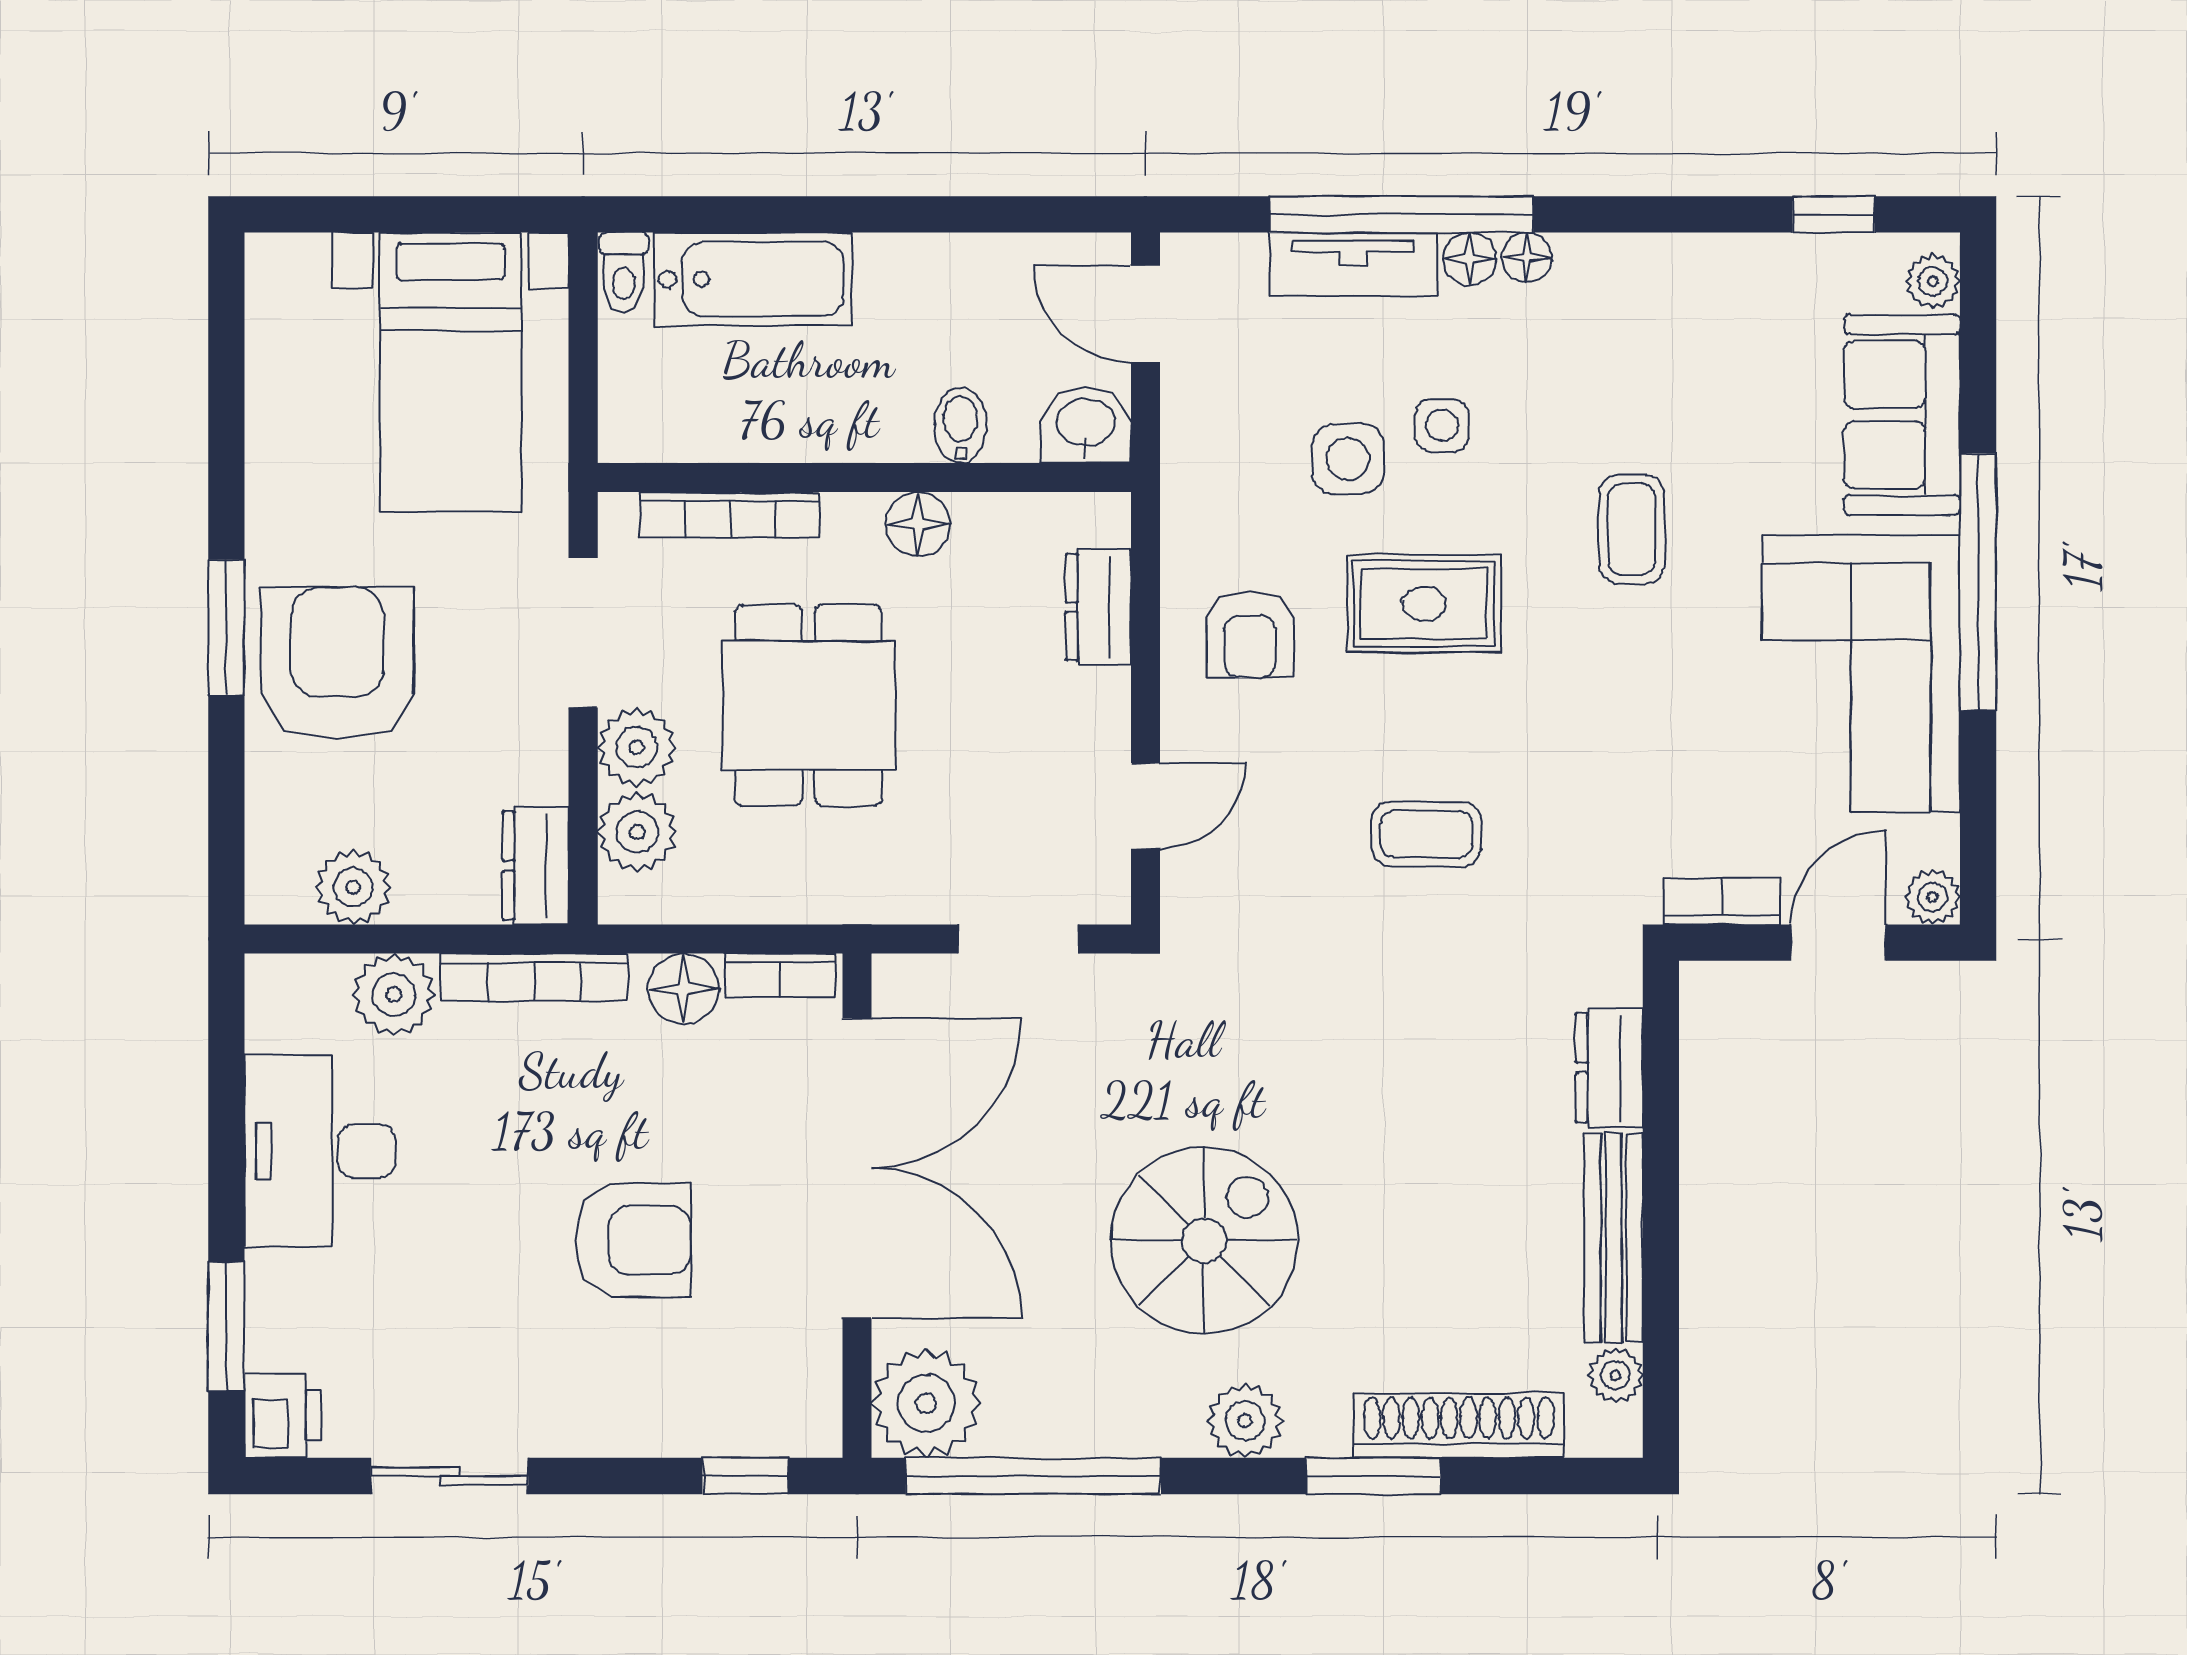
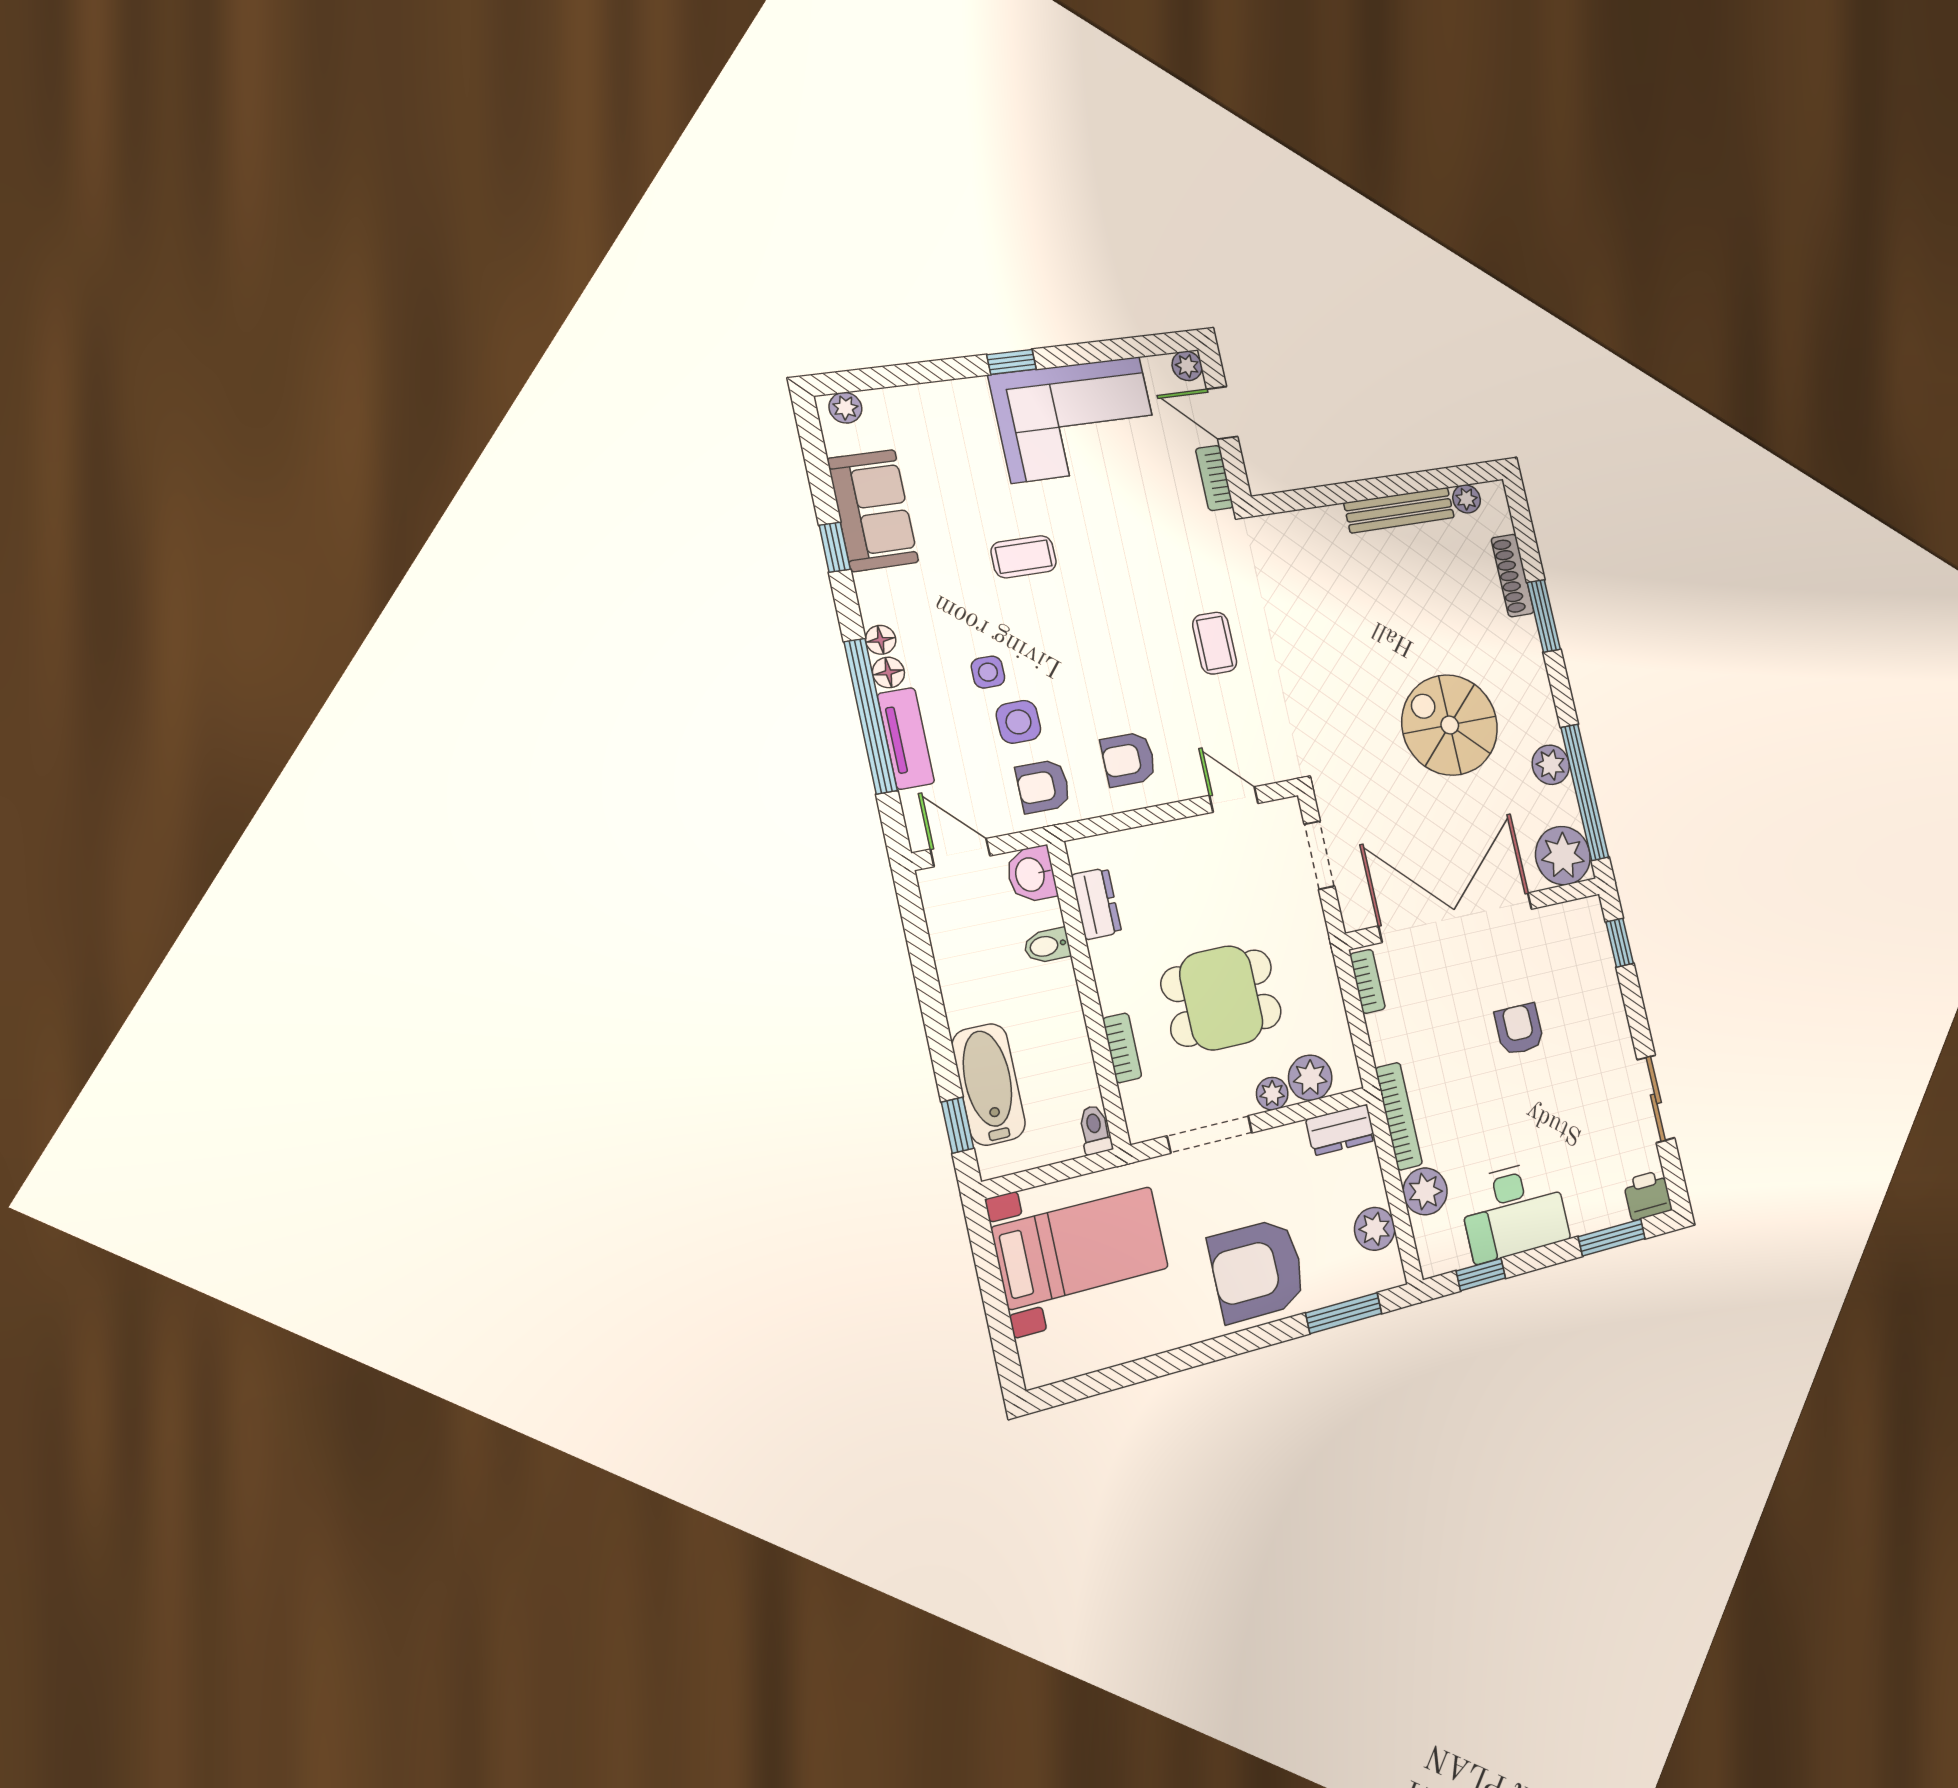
window: (698, 214) -> (958, 1125), added
window: (1834, 214) -> (835, 547), moved
toilet: (624, 272) -> (1095, 1130), moved, turned -90
door: (1145, 314) -> (960, 853), swing flipped
sofa: (1902, 415) -> (873, 510), moved, turned -90
armchair: (1230, 477) -> (1043, 786), added
bookcase: (730, 515) -> (1122, 1048), width x0.64
floor lamp: (918, 524) -> (1108, 958), removed
window: (1978, 582) -> (1011, 362), width x0.32
rug: (1424, 603) -> (1090, 665), removed
dresser: (1098, 607) -> (1096, 904), moved, turned -90
window: (226, 627) -> (1344, 1313), moved
armchair: (1250, 635) -> (1128, 759), turned 180
plant: (637, 747) -> (1272, 1094), width x0.73, depth x0.73
floor lamp: (684, 989) -> (1386, 1032), removed
window: (226, 1063) -> (1481, 1275), added
dresser: (1609, 1068) -> (1314, 525), removed
armchair: (634, 1240) -> (1519, 1029), width x0.72, depth x0.72
plant: (1245, 1421) -> (1551, 765), moved
shoe rack: (1459, 1426) -> (1513, 576), width x0.74, depth x0.81

